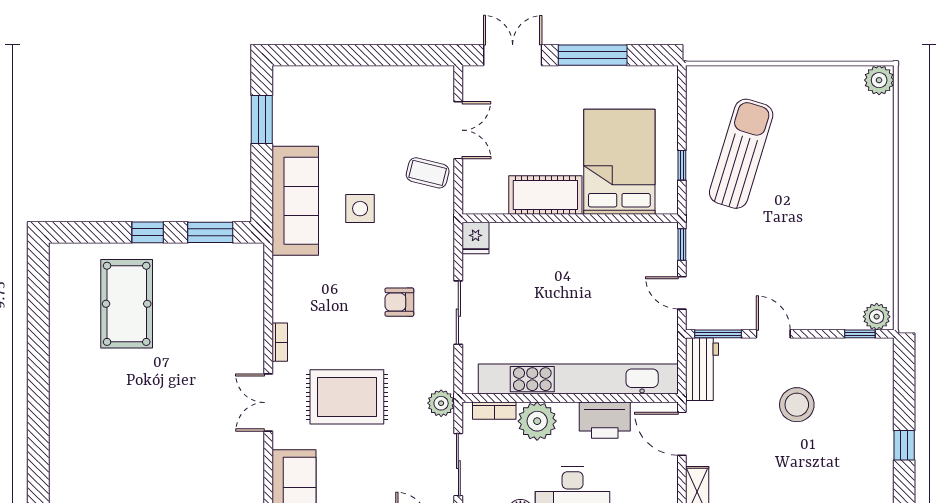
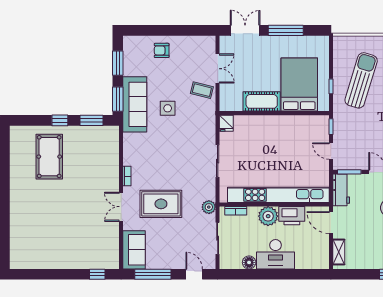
window: (262, 191) -> (118, 99), added
armchair: (399, 302) -> (162, 50), moved
plant: (537, 421) -> (268, 216), moved

